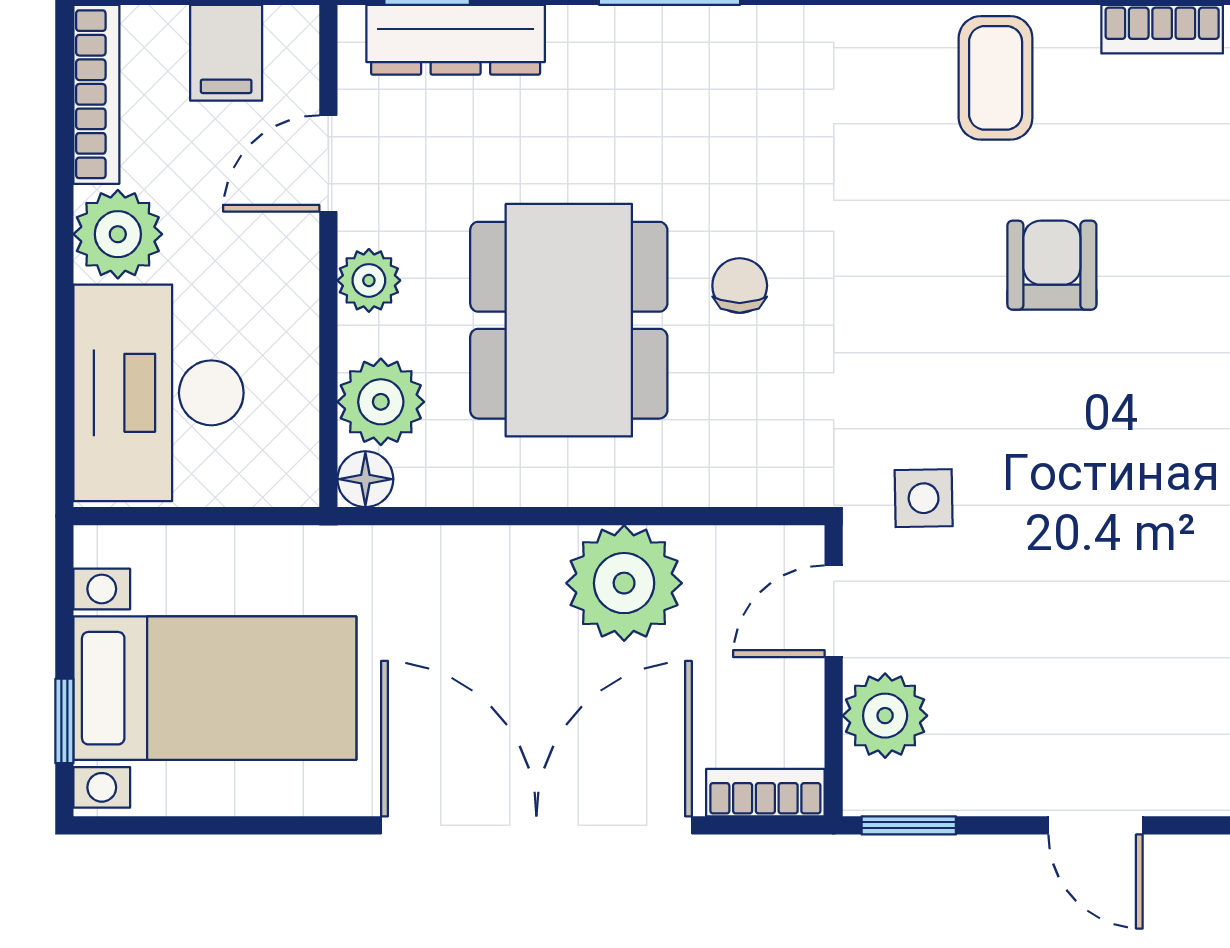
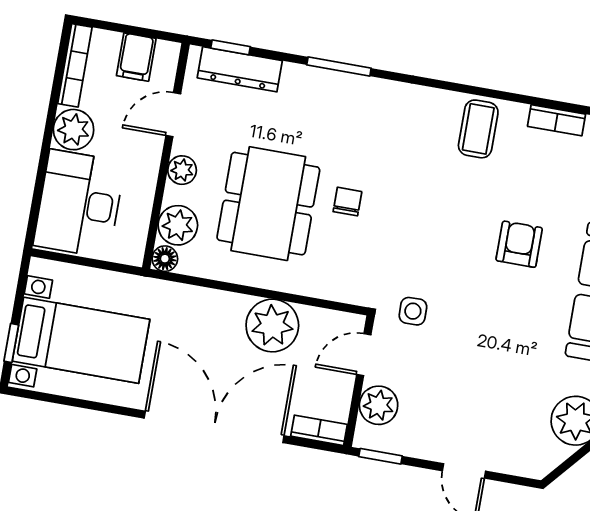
armchair: (1052, 265) -> (519, 244), moved

